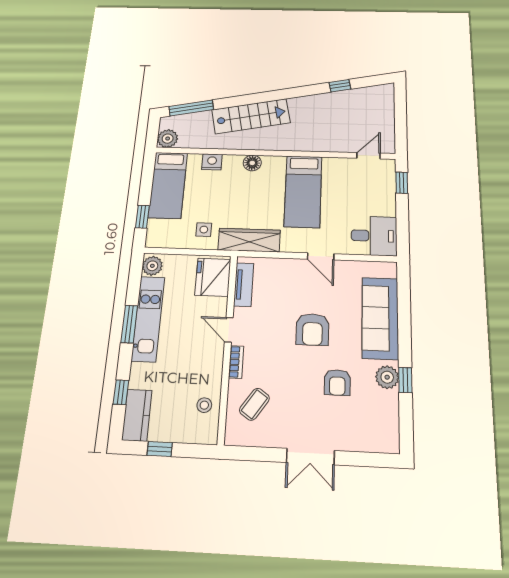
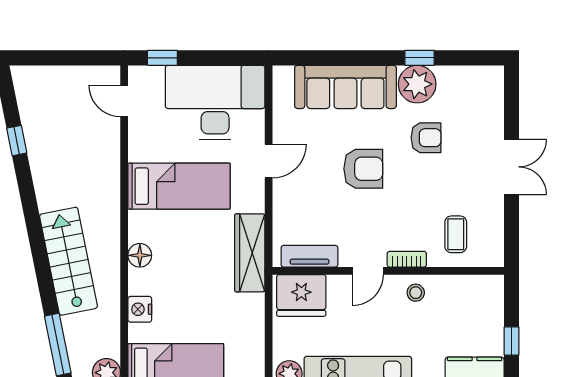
side table: (204, 230) -> (237, 312), removed
desk: (374, 236) -> (215, 103), width x1.87, depth x1.30
plant: (387, 377) -> (417, 84), width x1.36, depth x1.36
coffee table: (254, 404) -> (456, 234), turned 55
stool: (204, 405) -> (416, 293), moved

